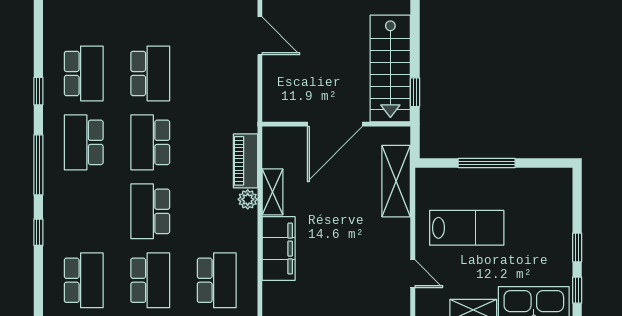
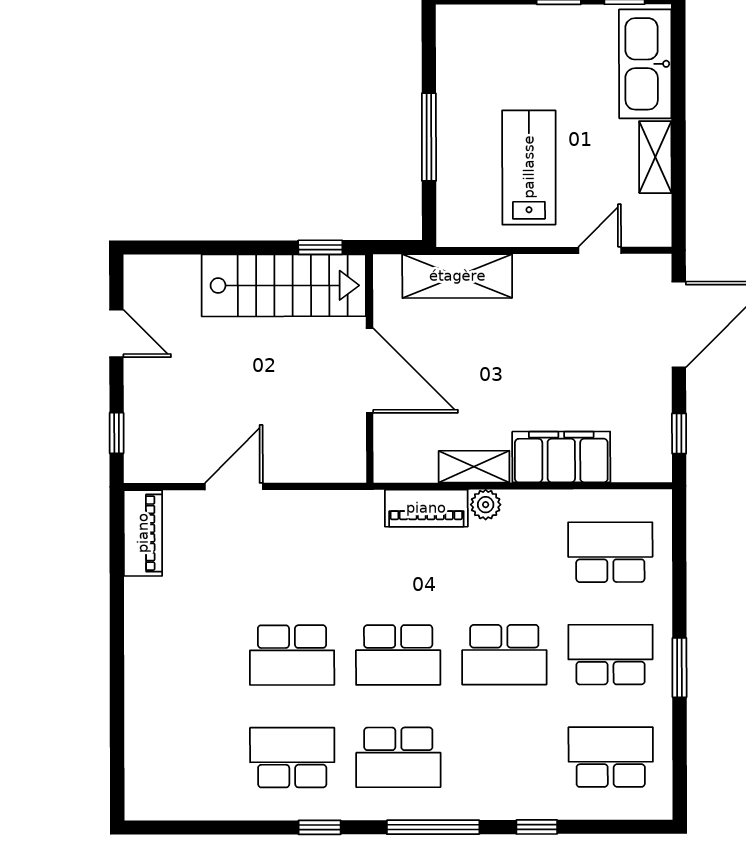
school desk: (150, 73) -> (292, 655), turned 180

